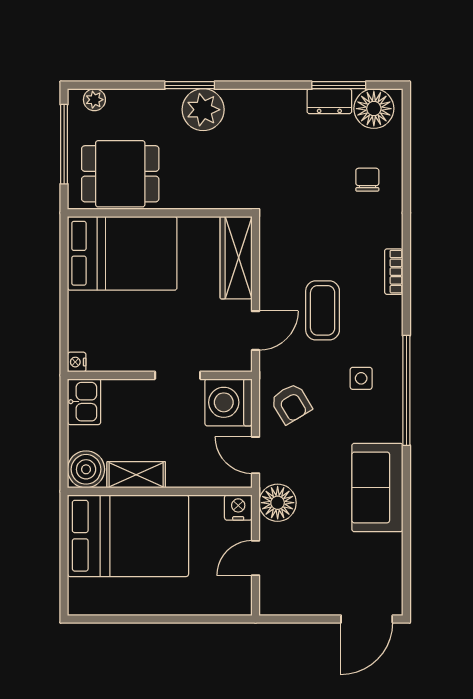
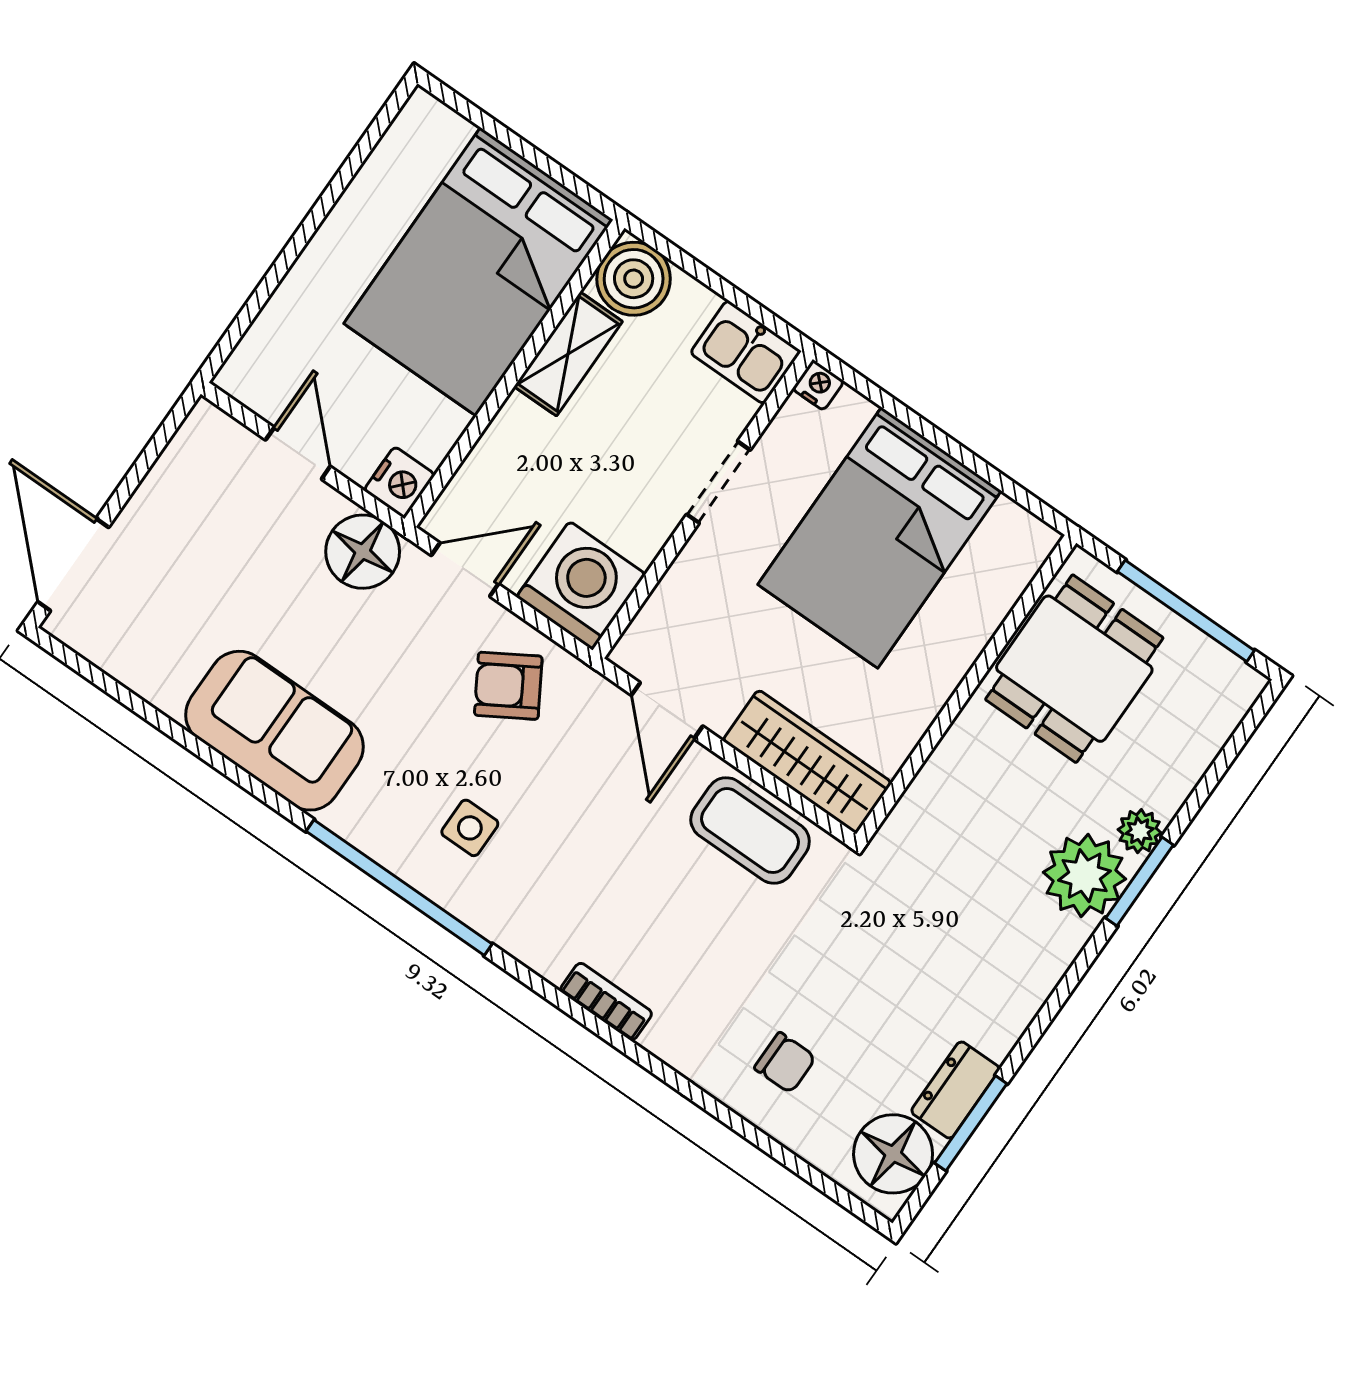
plant: (94, 100) -> (1140, 831), moved
bed: (122, 253) -> (880, 538), moved
coffee table: (323, 310) -> (750, 831), moved
doorway: (178, 375) -> (718, 482), moved

